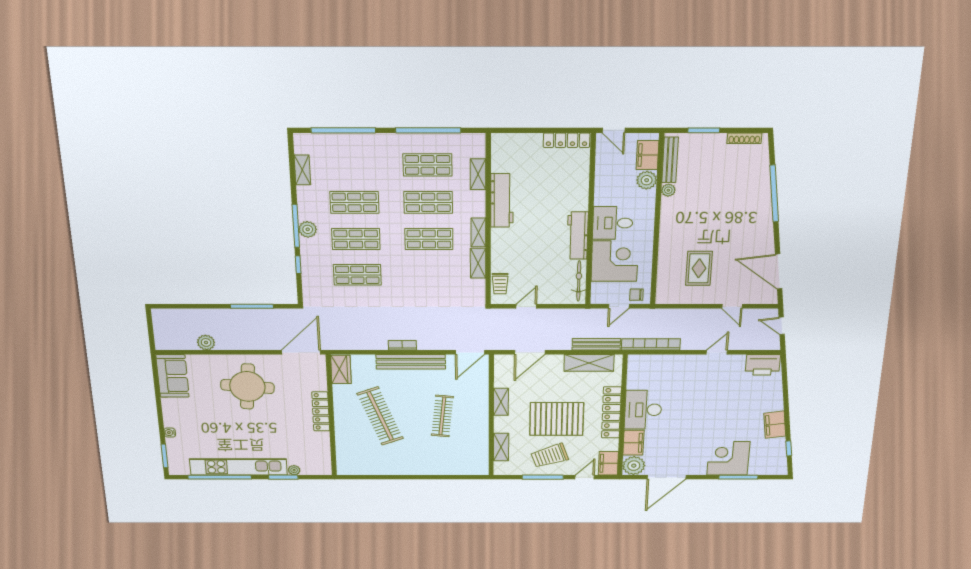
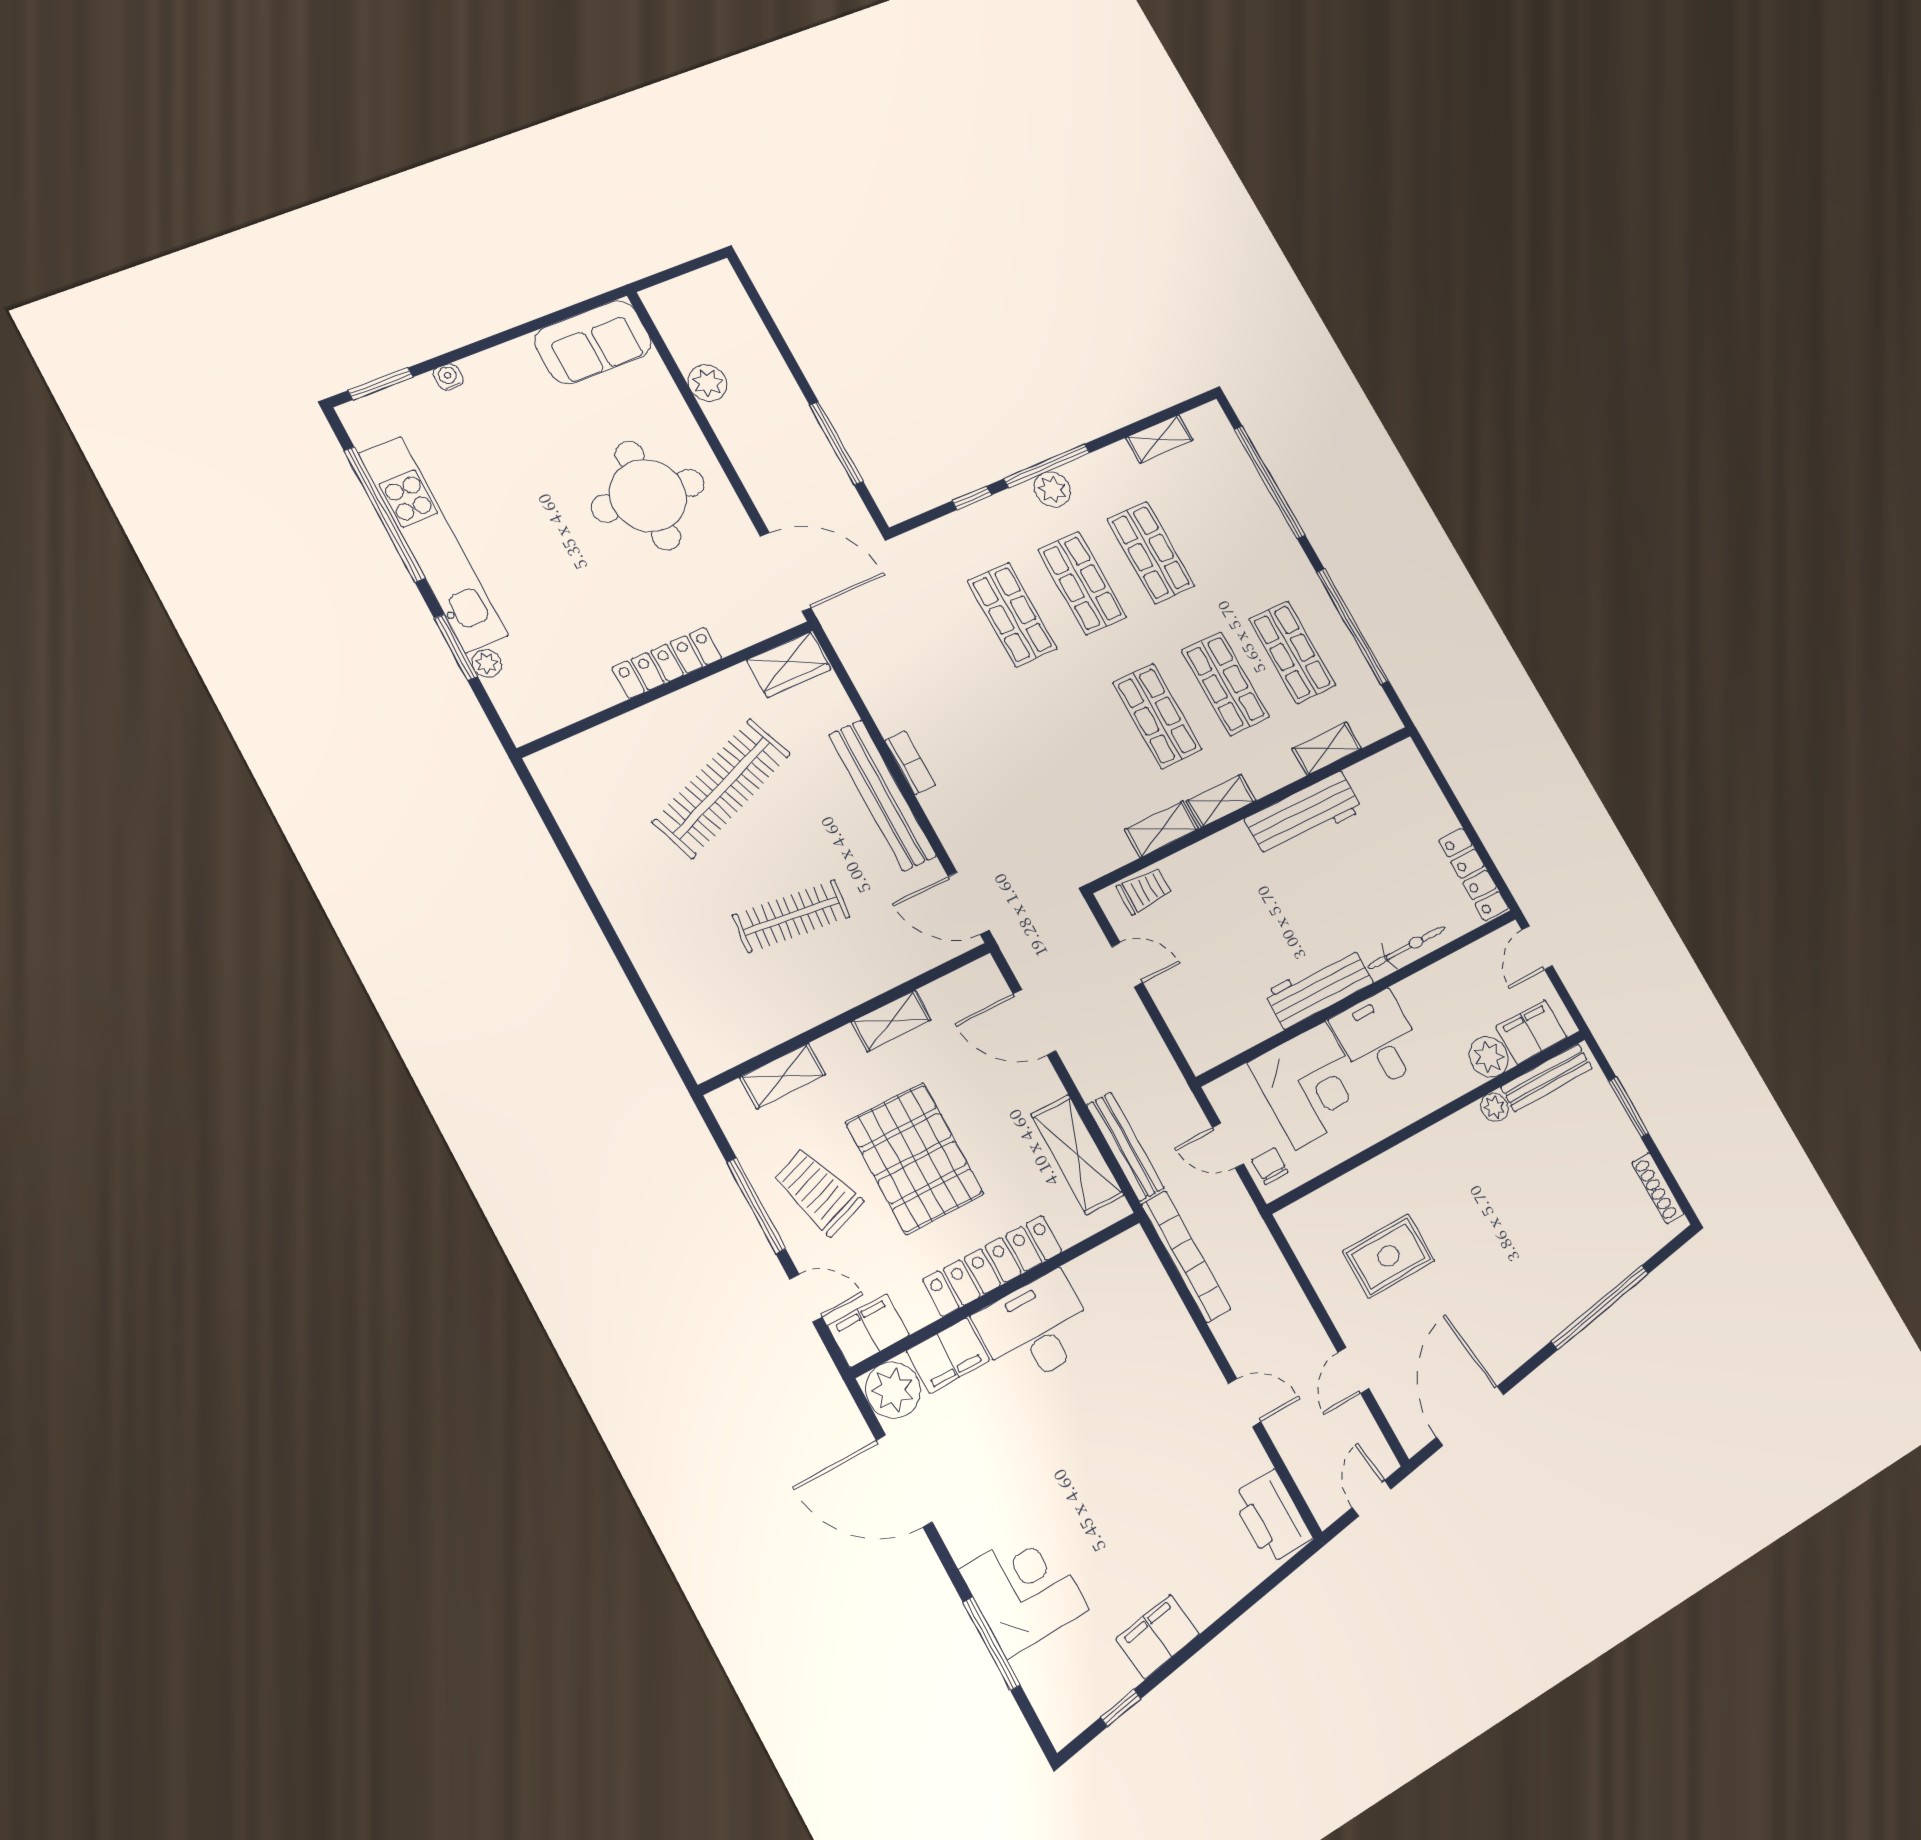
bicycle: (579, 281) -> (1407, 947), moved
trolley: (500, 284) -> (1145, 891), turned 180

